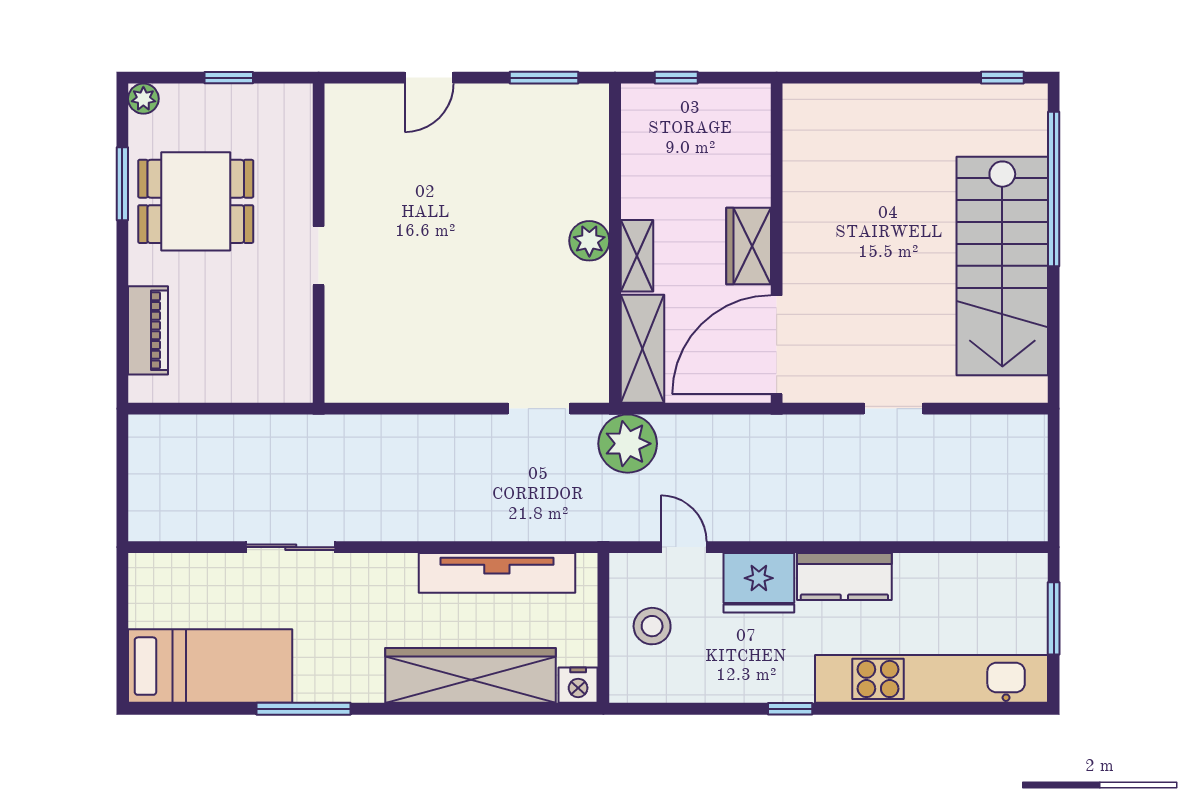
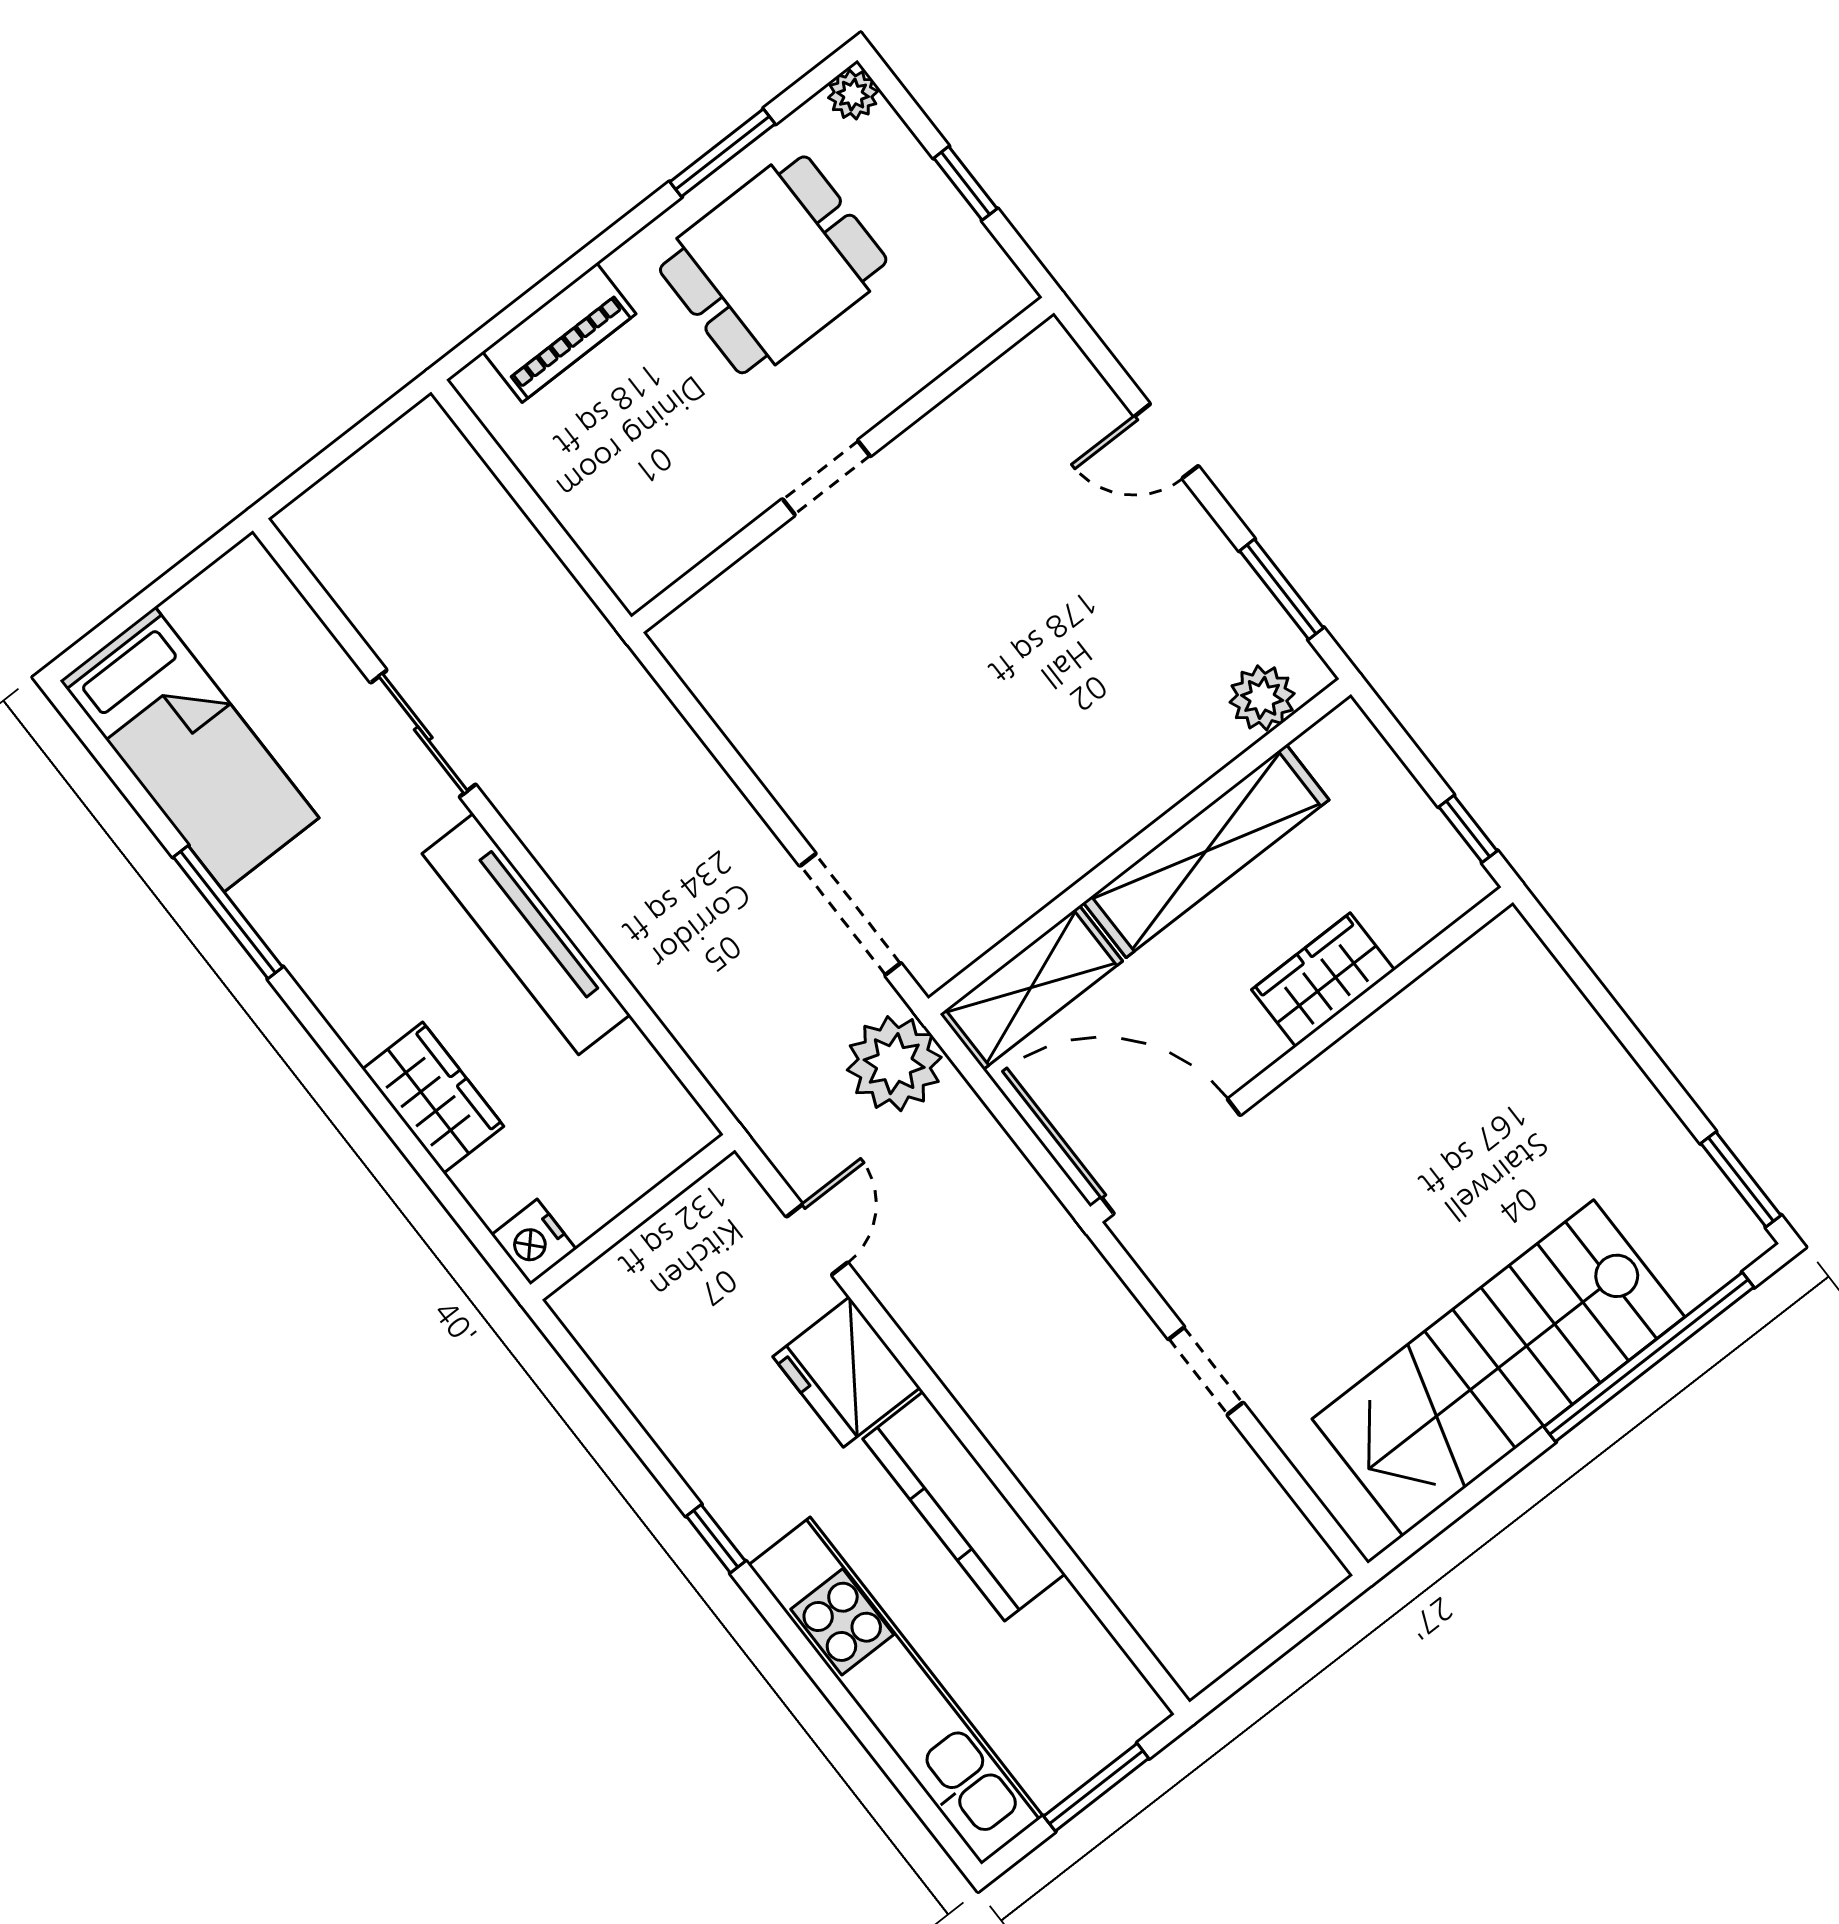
window: (676, 78) -> (1468, 829), moved
window: (1002, 78) -> (1741, 1179), width x1.50
dining table: (196, 201) -> (773, 265), turned 90
plant: (589, 241) -> (1262, 698), moved
wardrobe: (749, 246) -> (1323, 980), moved
shelving: (637, 256) -> (1206, 851), width x2.20, depth x1.33
doorway: (539, 409) -> (850, 914), width x1.38
tv unit: (497, 573) -> (526, 934), moved
kitchen counter: (844, 577) -> (964, 1506), width x1.50
stool: (652, 626) -> (684, 1278), removed
wardrobe: (470, 675) -> (433, 1098), width x0.48, depth x0.85

